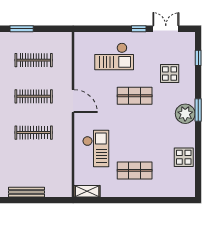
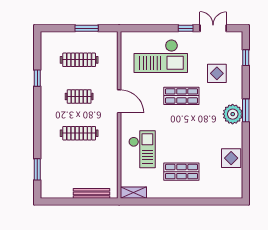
window: (22, 29) -> (87, 28), moved
checkout: (114, 56) -> (161, 56), width x1.36, depth x1.21
clothes rail: (34, 96) -> (79, 97), width x0.73
bench: (26, 192) -> (92, 193), moved

